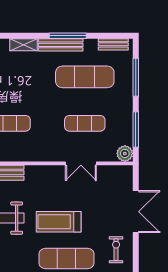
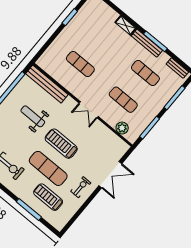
exercise mat: (85, 77) -> (145, 73), width x0.73, depth x0.69
plant: (125, 153) -> (122, 128), moved
double door: (81, 163) -> (89, 110), moved

